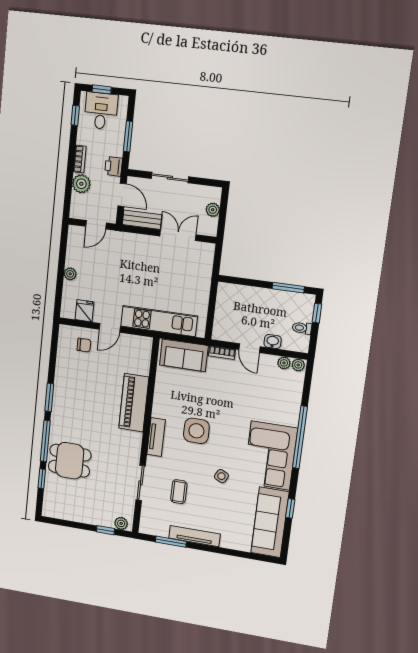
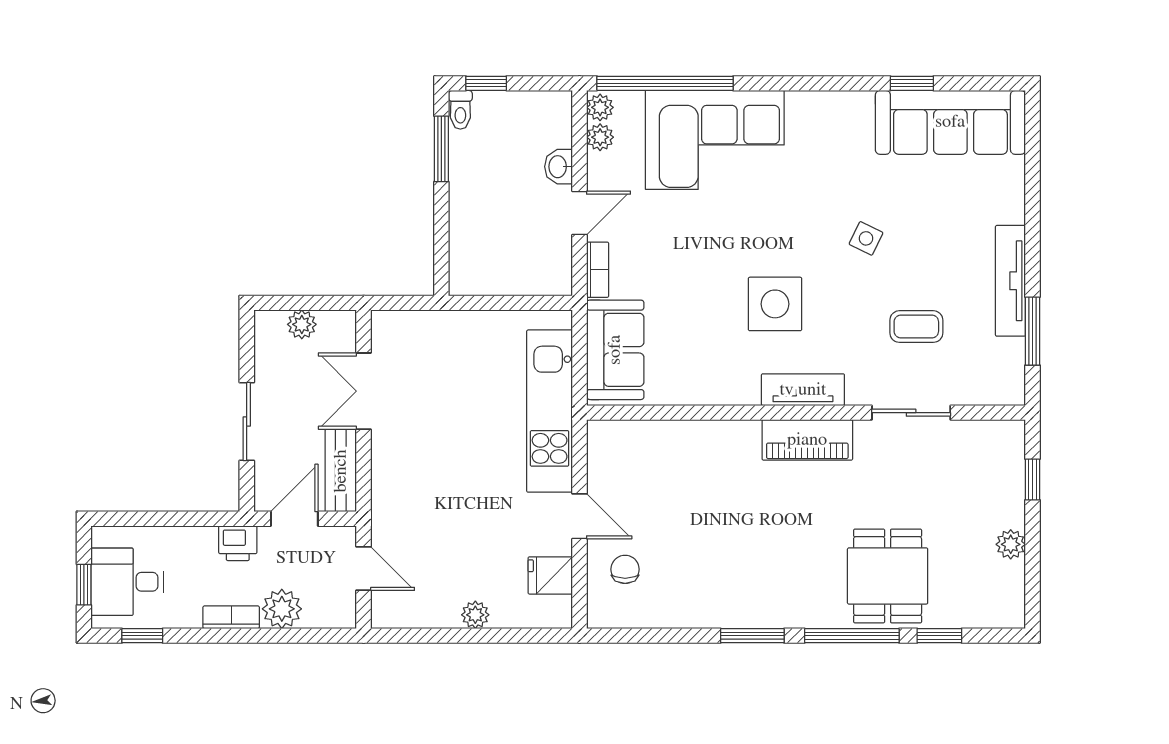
window: (128, 136) -> (173, 519), removed
toilet: (302, 328) -> (460, 110), moved
piano: (134, 403) -> (807, 440), moved, width x0.73, depth x0.75
window: (300, 437) -> (665, 83), moved
corner sofa: (270, 456) -> (715, 140), moved
plant: (121, 523) -> (1011, 544), moved

